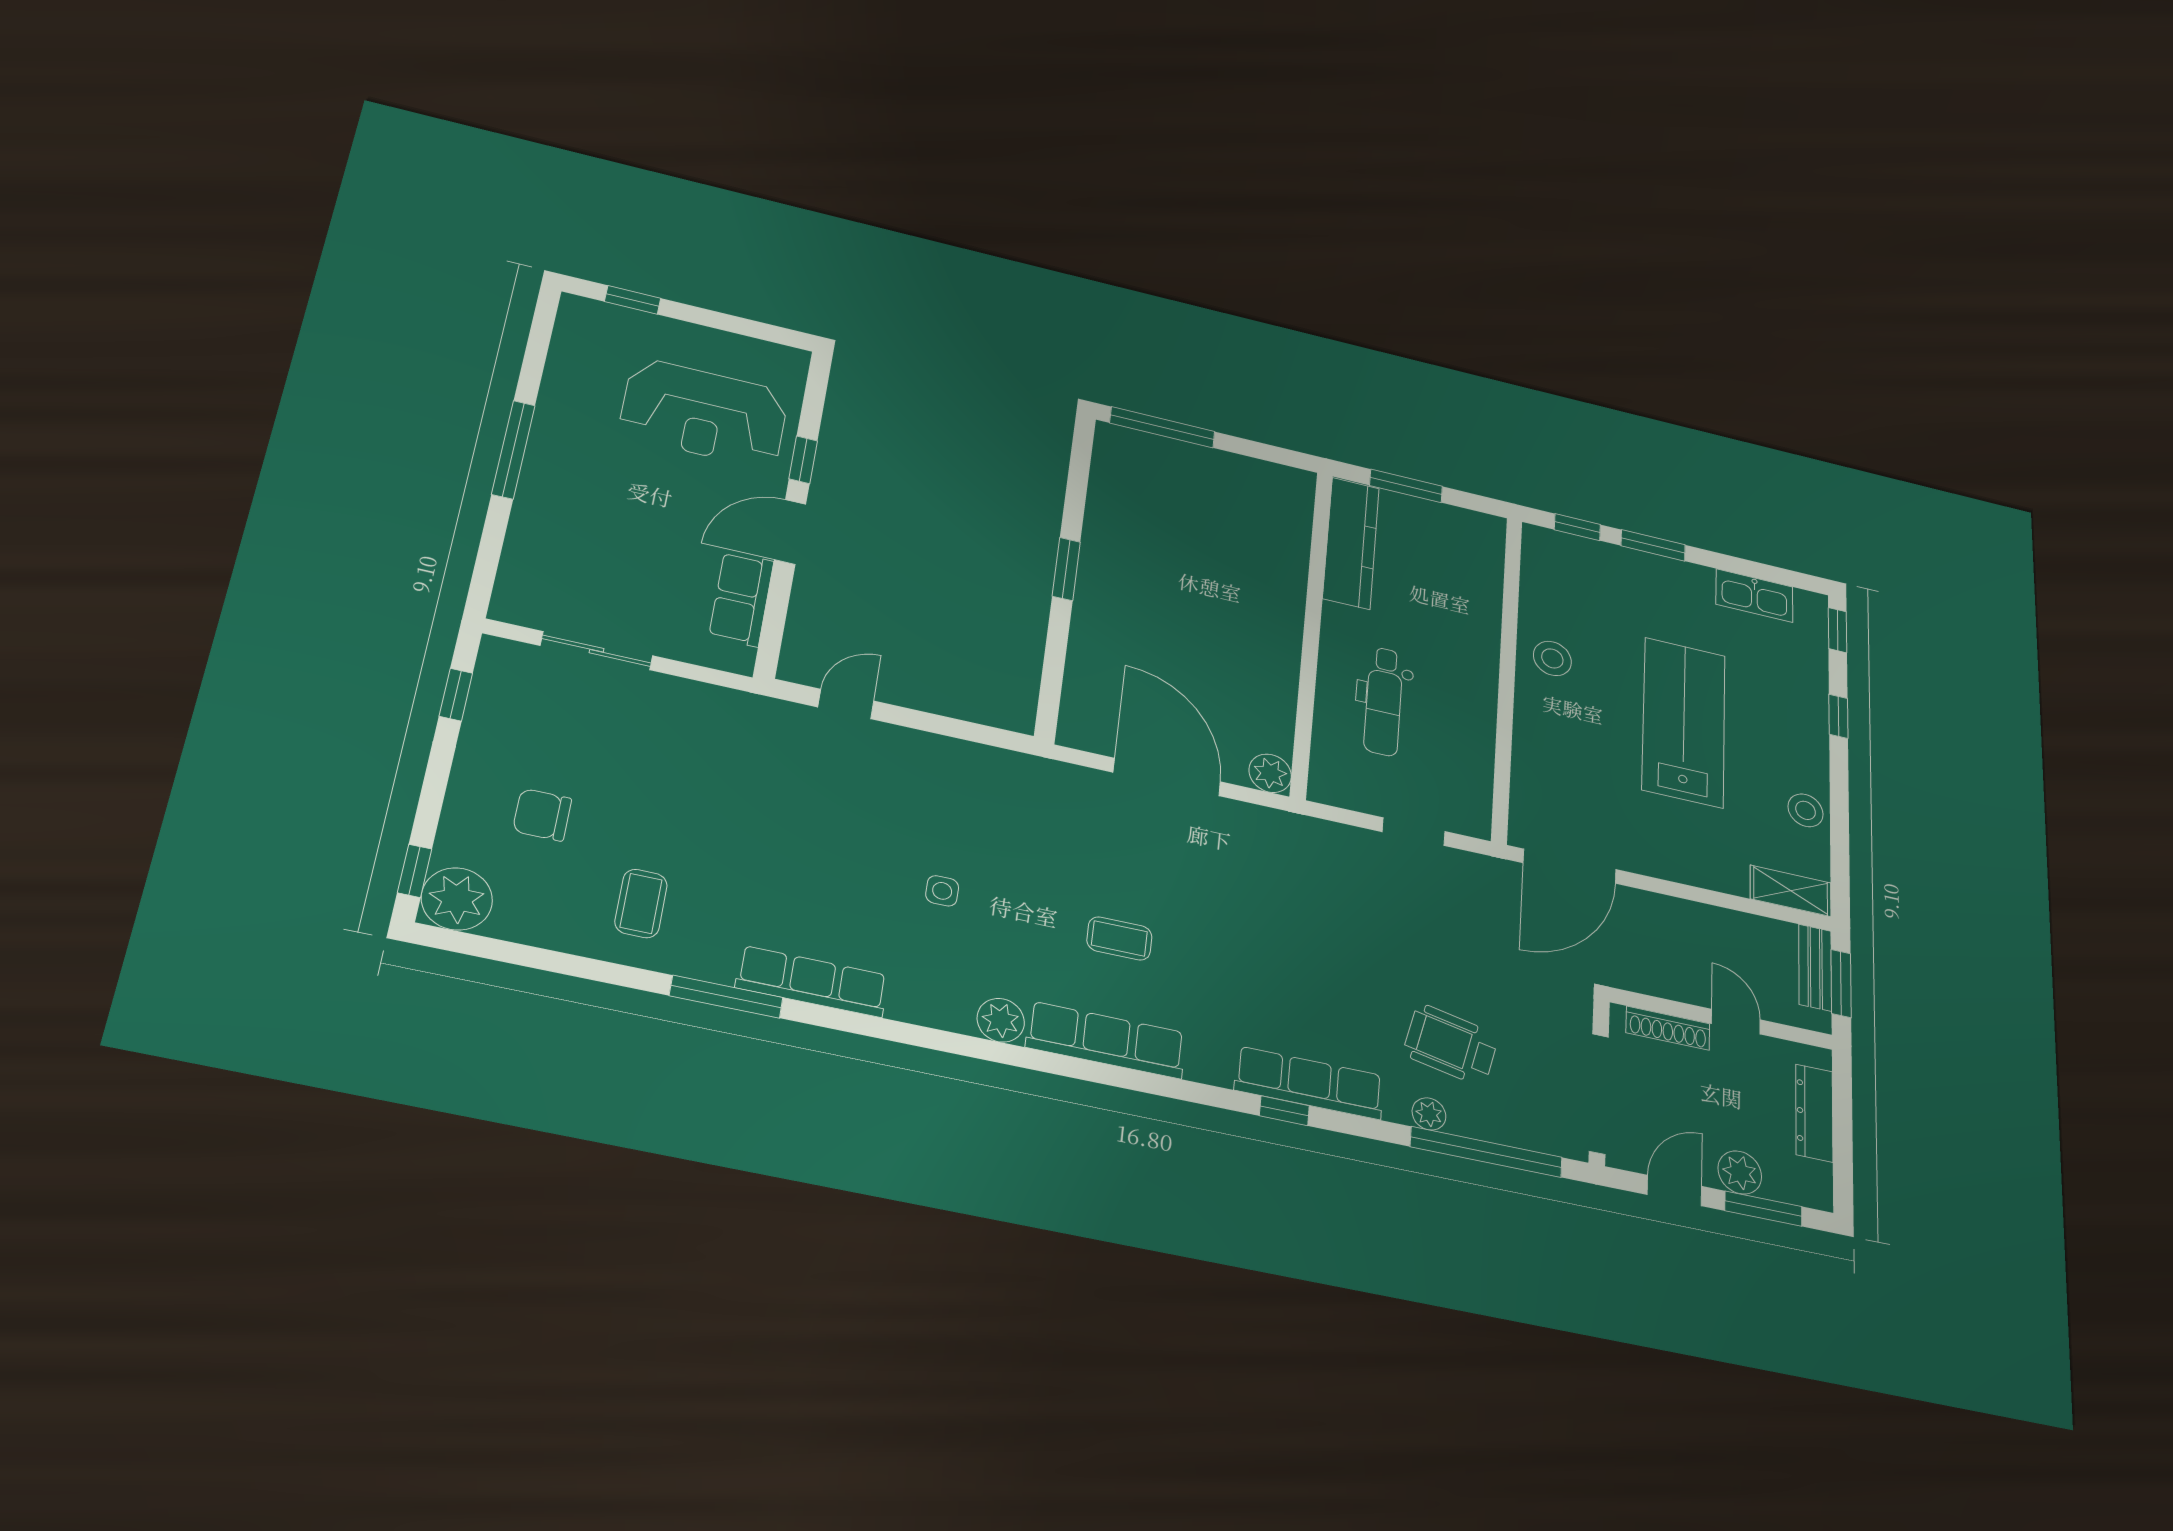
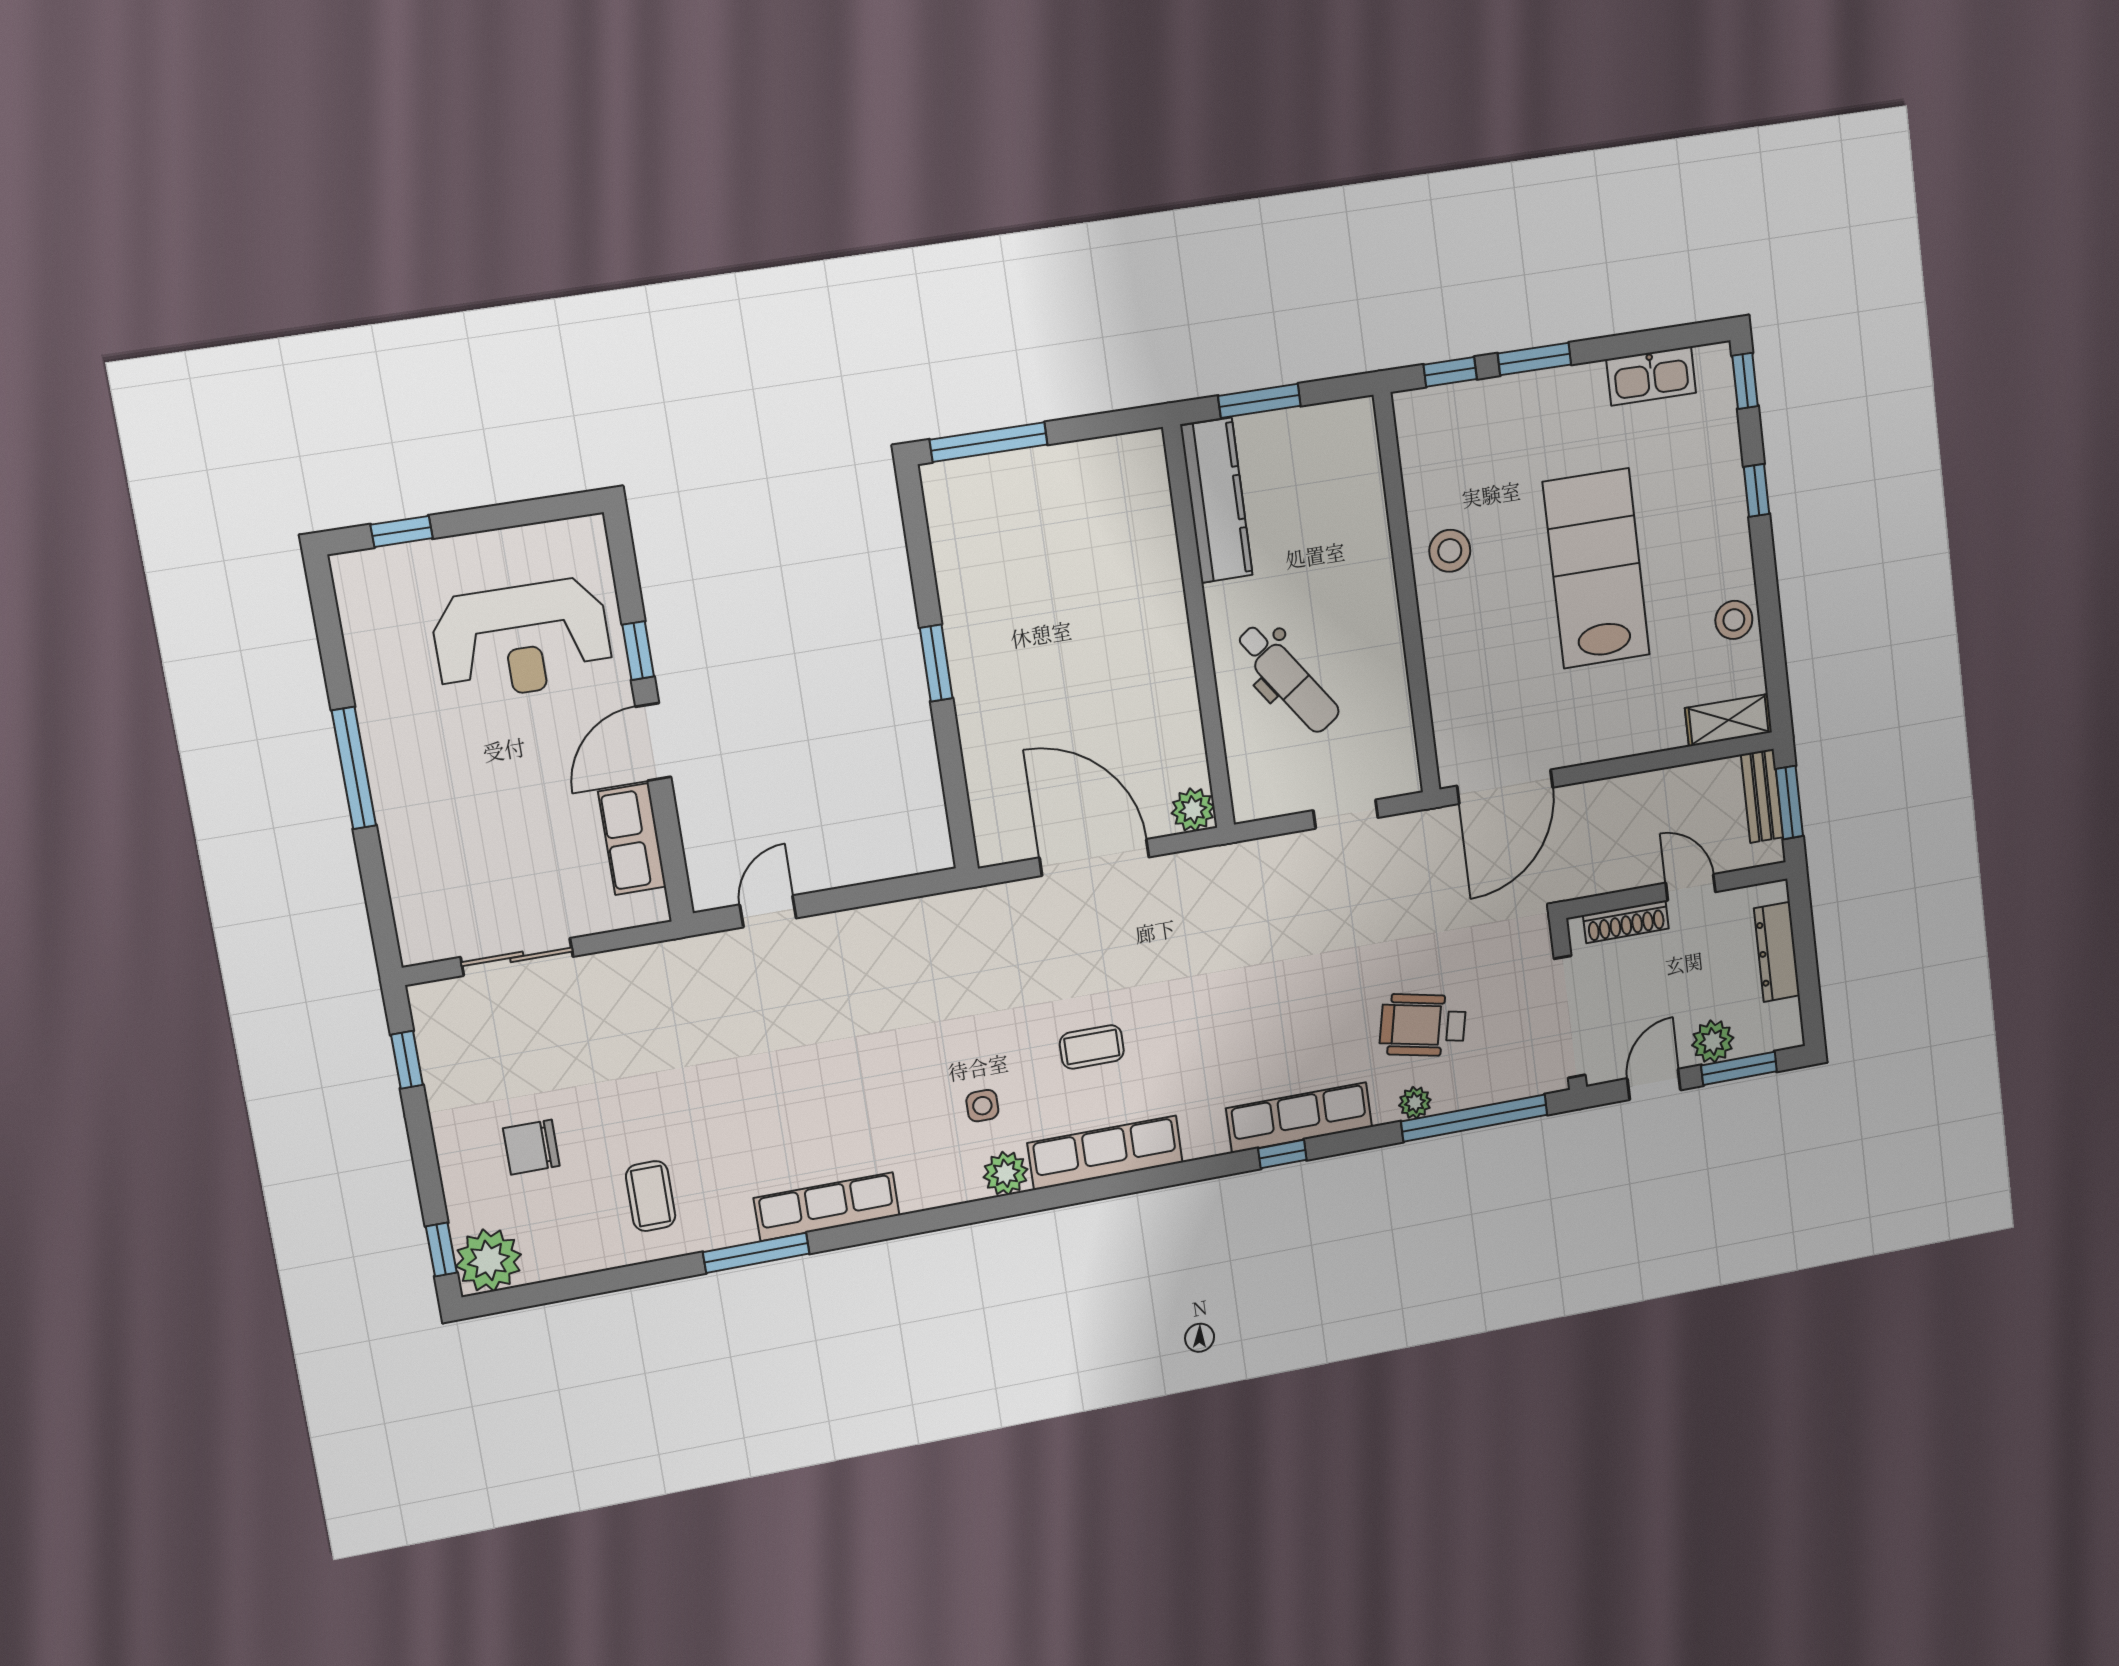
dental chair: (1384, 701) -> (1288, 678), turned -35
side table: (942, 891) -> (982, 1106), moved

